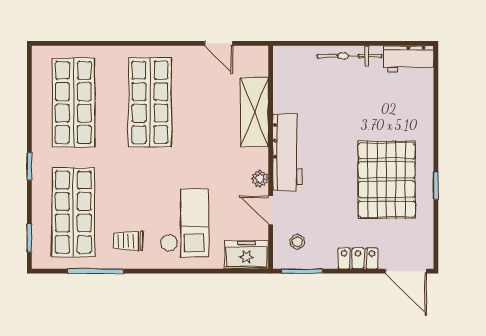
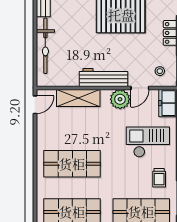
door: (219, 43) -> (35, 105), moved
bicycle: (349, 56) -> (45, 46), width x1.37, depth x1.40
plant: (260, 179) -> (120, 99), width x1.88, depth x1.88

